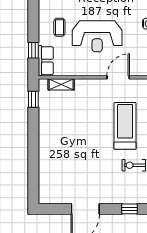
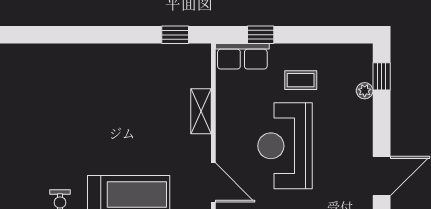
shelving: (61, 84) -> (201, 111), moved

